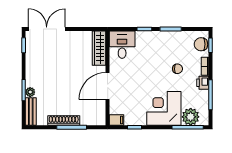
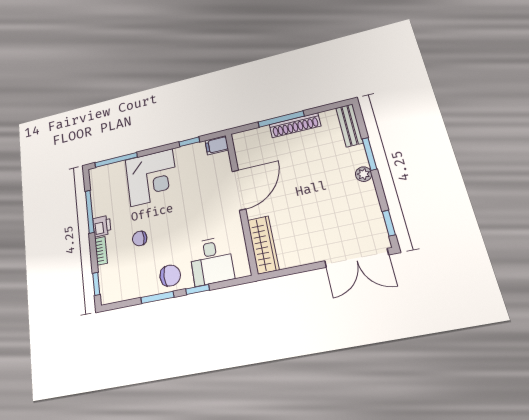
chair: (201, 44) -> (170, 276), moved
desk: (122, 45) -> (211, 261), moved
plant: (30, 92) -> (364, 174), moved
plant: (191, 117) -> (114, 175), removed

